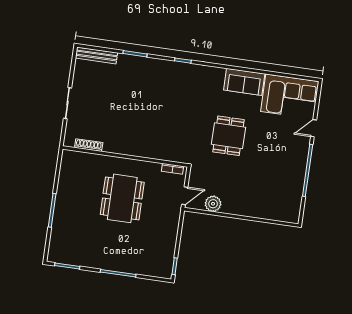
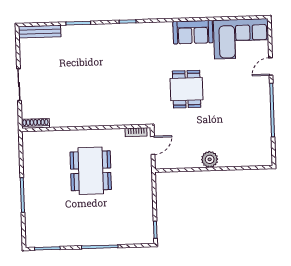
shoe rack: (89, 145) -> (35, 123), moved
door: (185, 196) -> (153, 145), moved
plant: (213, 204) -> (210, 159), moved

